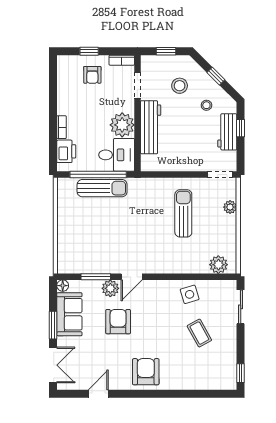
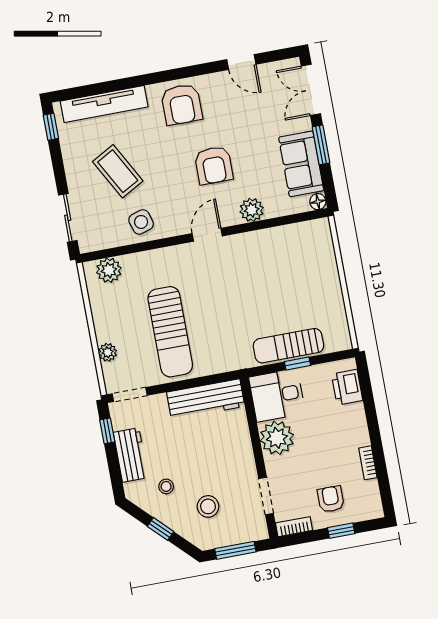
window: (166, 51) -> (235, 550), width x1.50
bookcase: (62, 127) -> (368, 463), moved
workbench: (151, 127) -> (206, 399), moved, turned -90
window: (241, 128) -> (107, 431), moved
window: (98, 174) -> (297, 364), width x0.32
sun lounger: (183, 213) -> (170, 332), width x1.36, depth x1.34
window: (96, 277) -> (275, 222), removed
door: (132, 277) -> (207, 235), moved
armchair: (118, 322) -> (214, 165), moved
coffee table: (199, 333) -> (118, 171), width x1.36, depth x1.30
tv unit: (200, 382) -> (104, 104), added
door: (98, 394) -> (241, 62), hinge flipped

